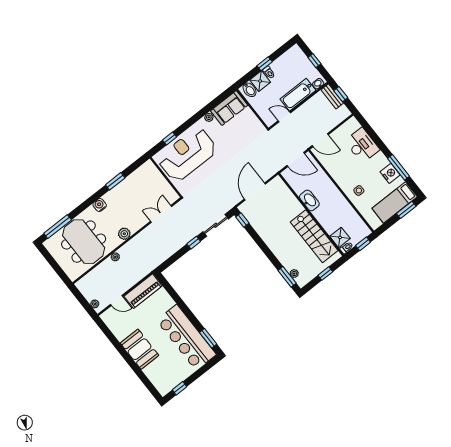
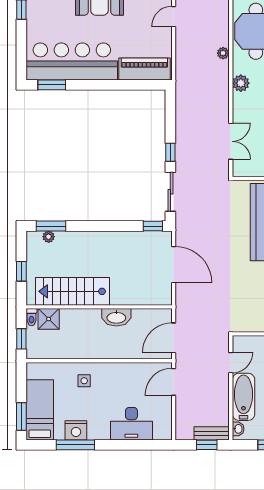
piano: (143, 291) -> (144, 69), moved, turned 90

